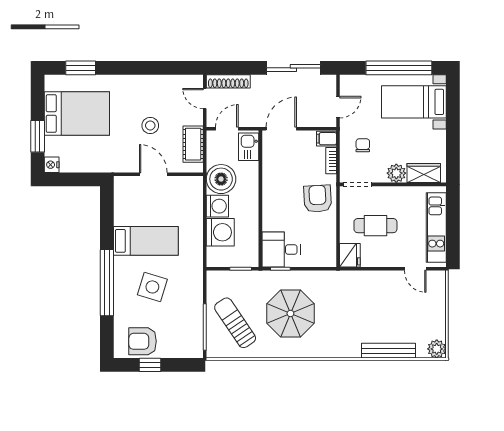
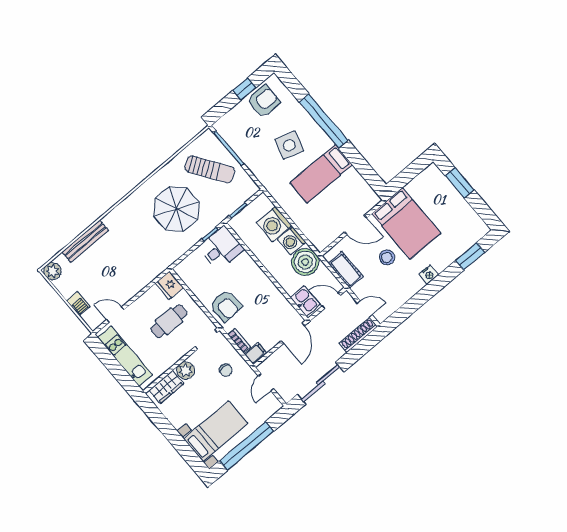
bed: (77, 113) -> (406, 223), moved, turned -90
door: (227, 129) -> (331, 301), swing flipped
nightstand: (52, 165) -> (429, 274), moved, turned 90
barbecue: (438, 304) -> (78, 304), added

